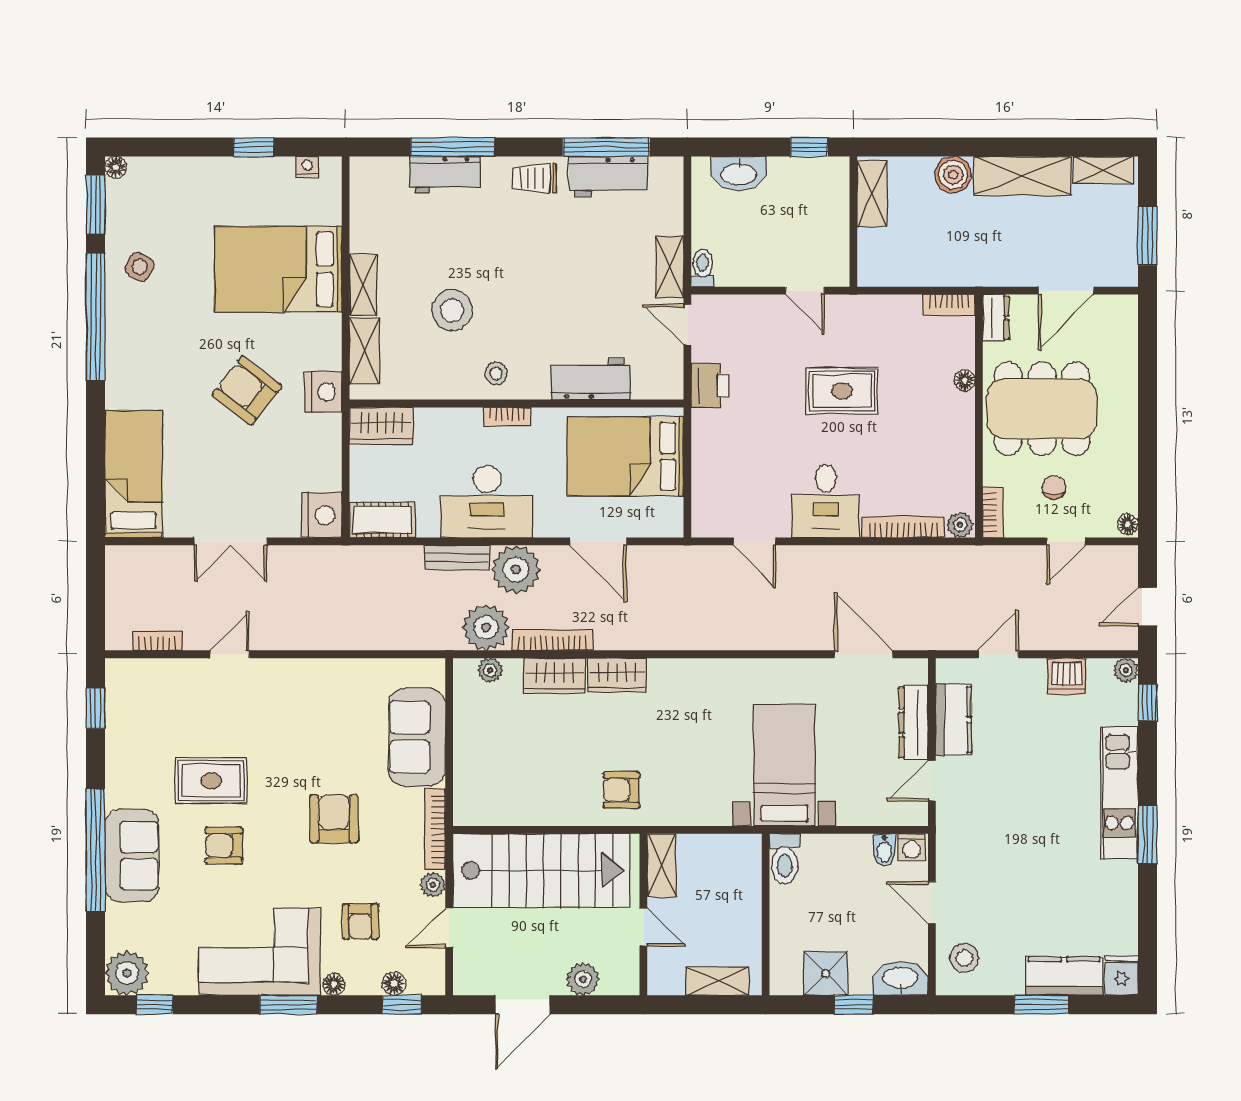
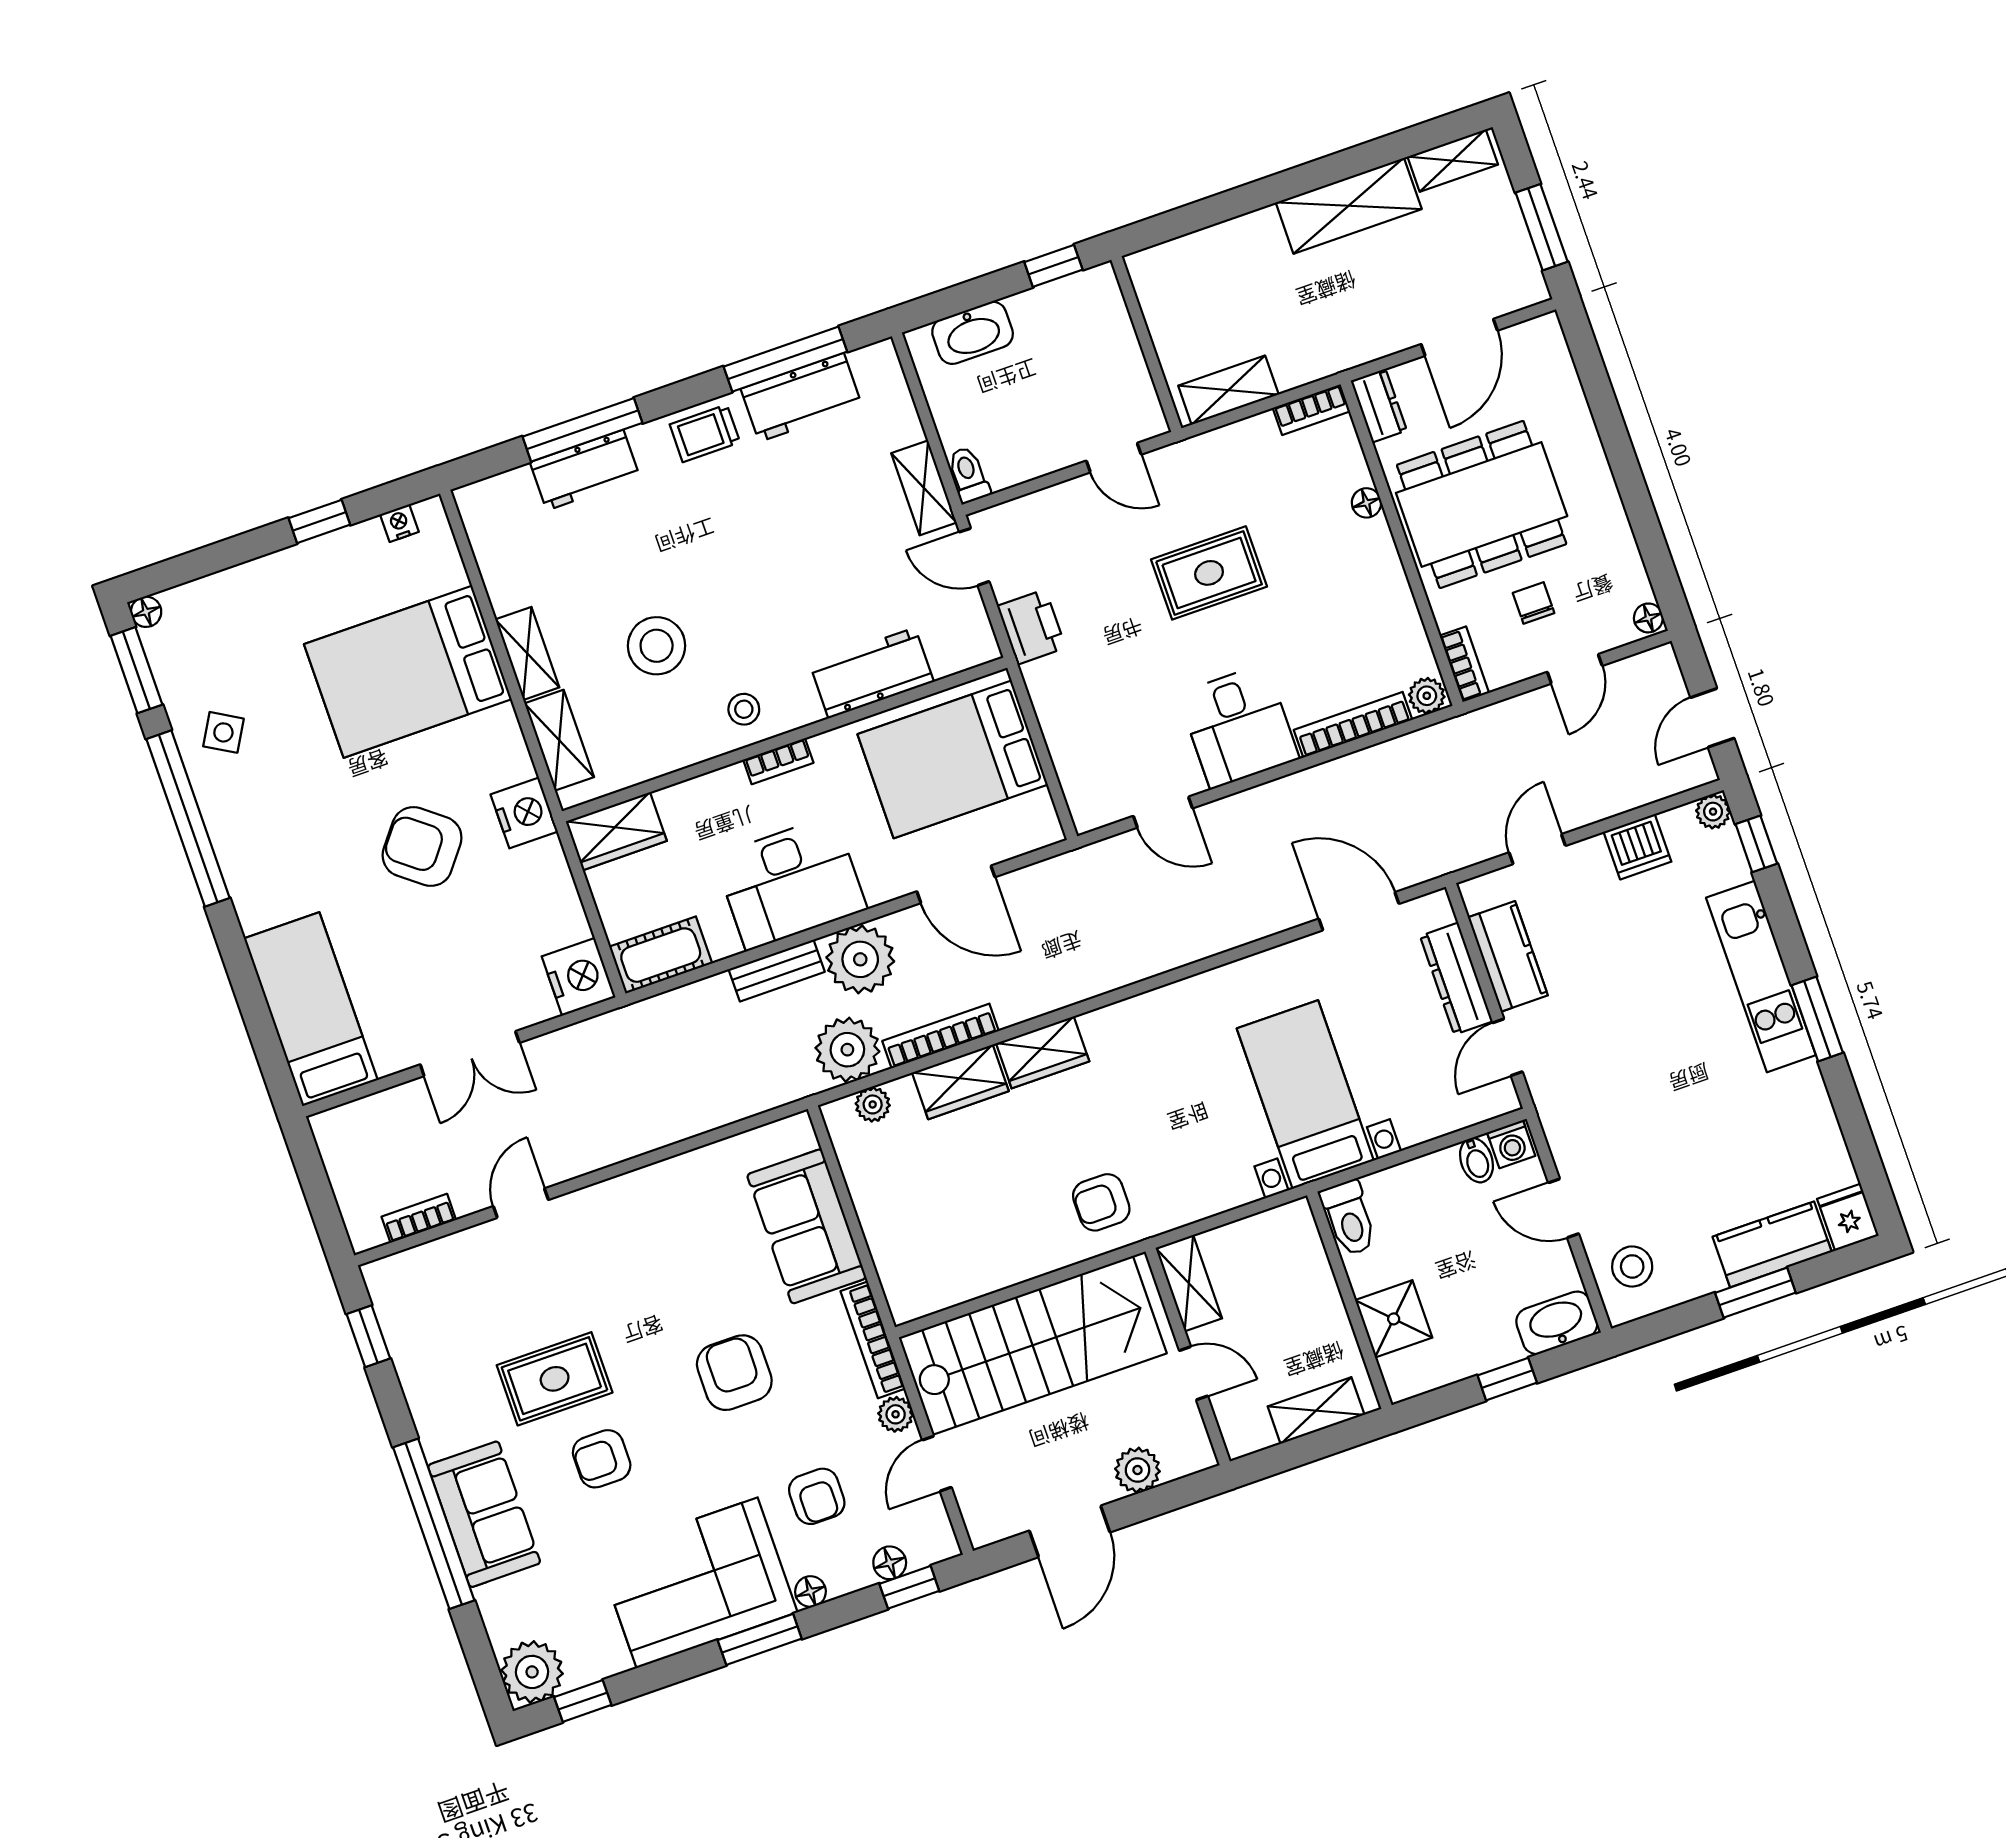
boiler: (953, 175) -> (1257, 236), removed
shelving: (872, 194) -> (1228, 390), moved, turned 90
shower: (826, 974) -> (1394, 1319), moved

